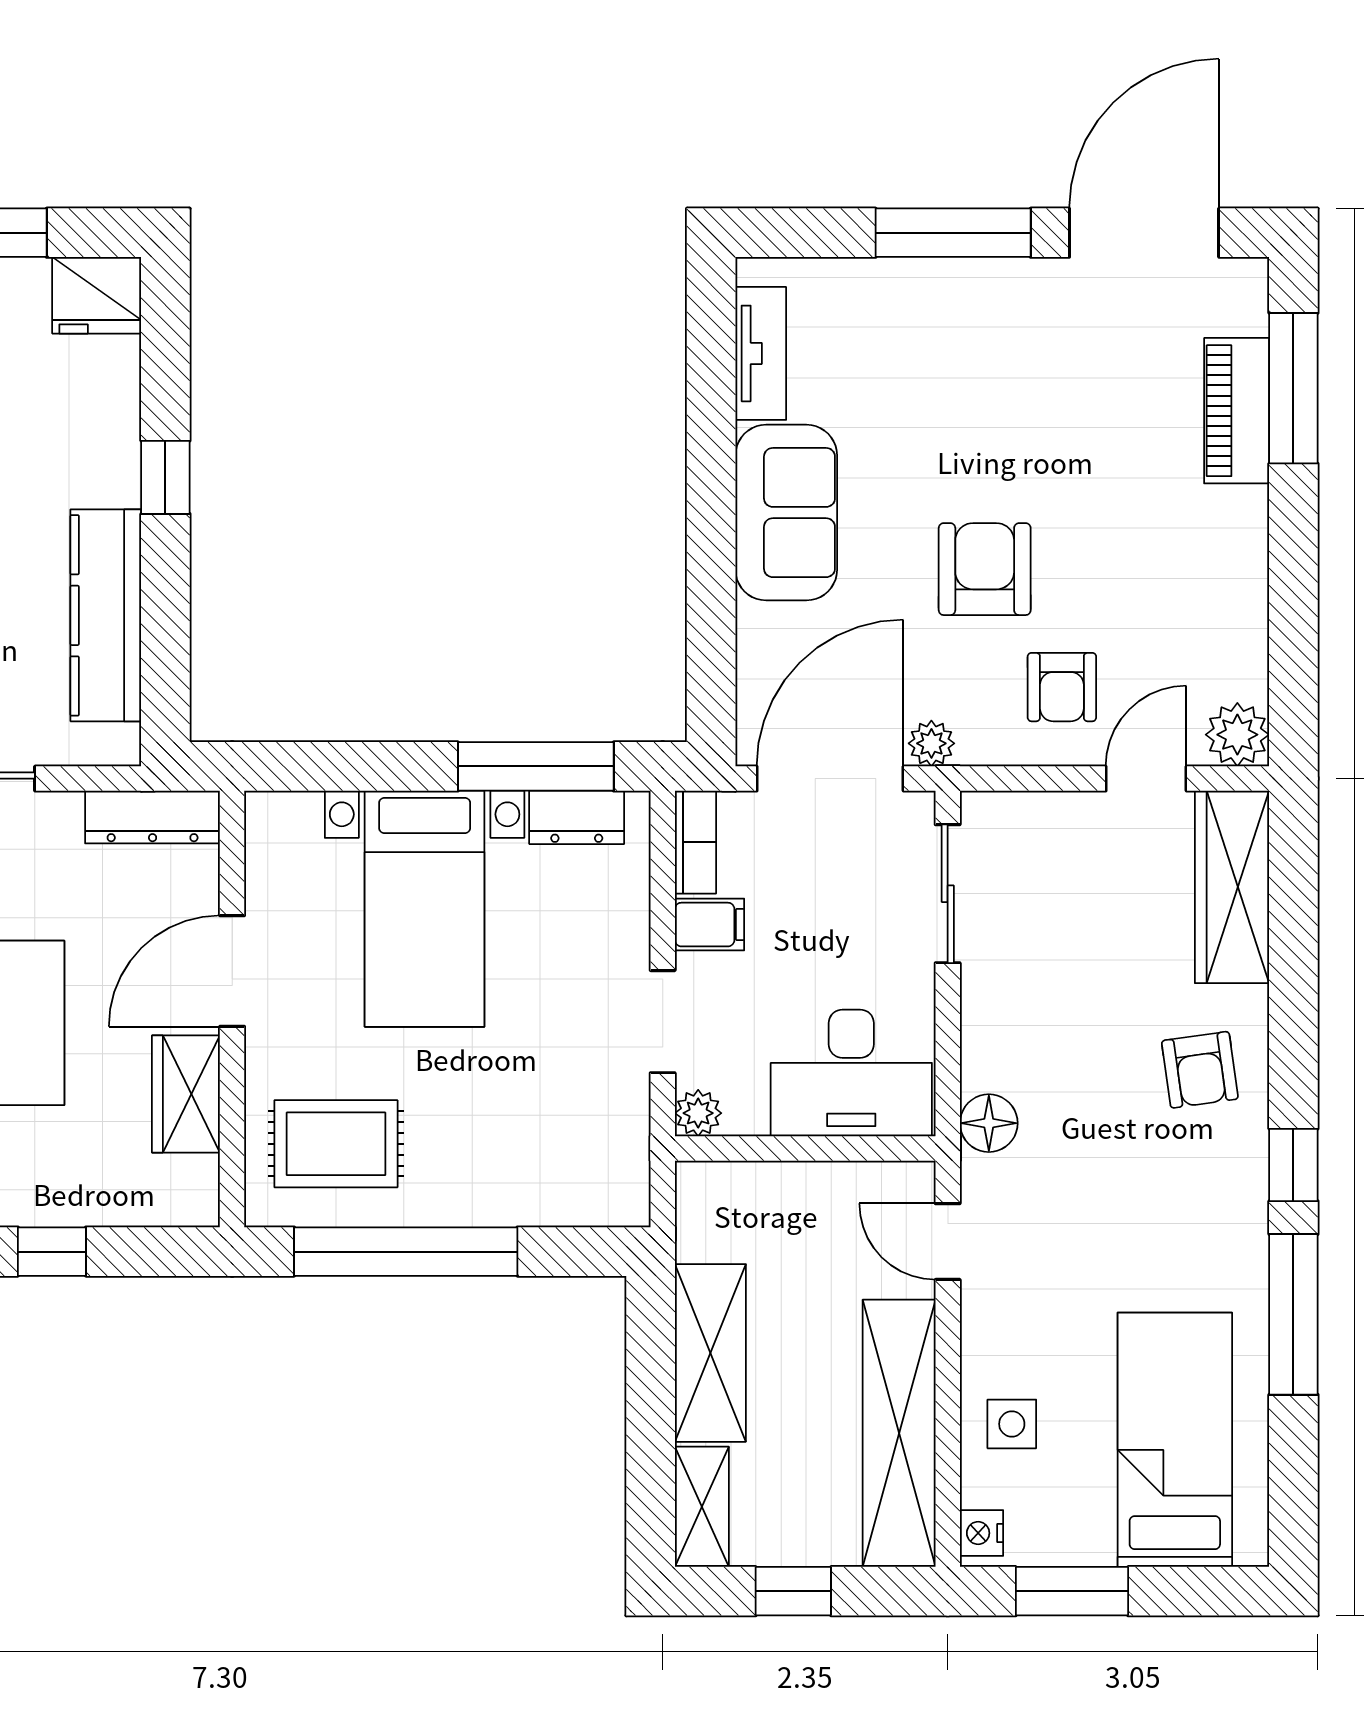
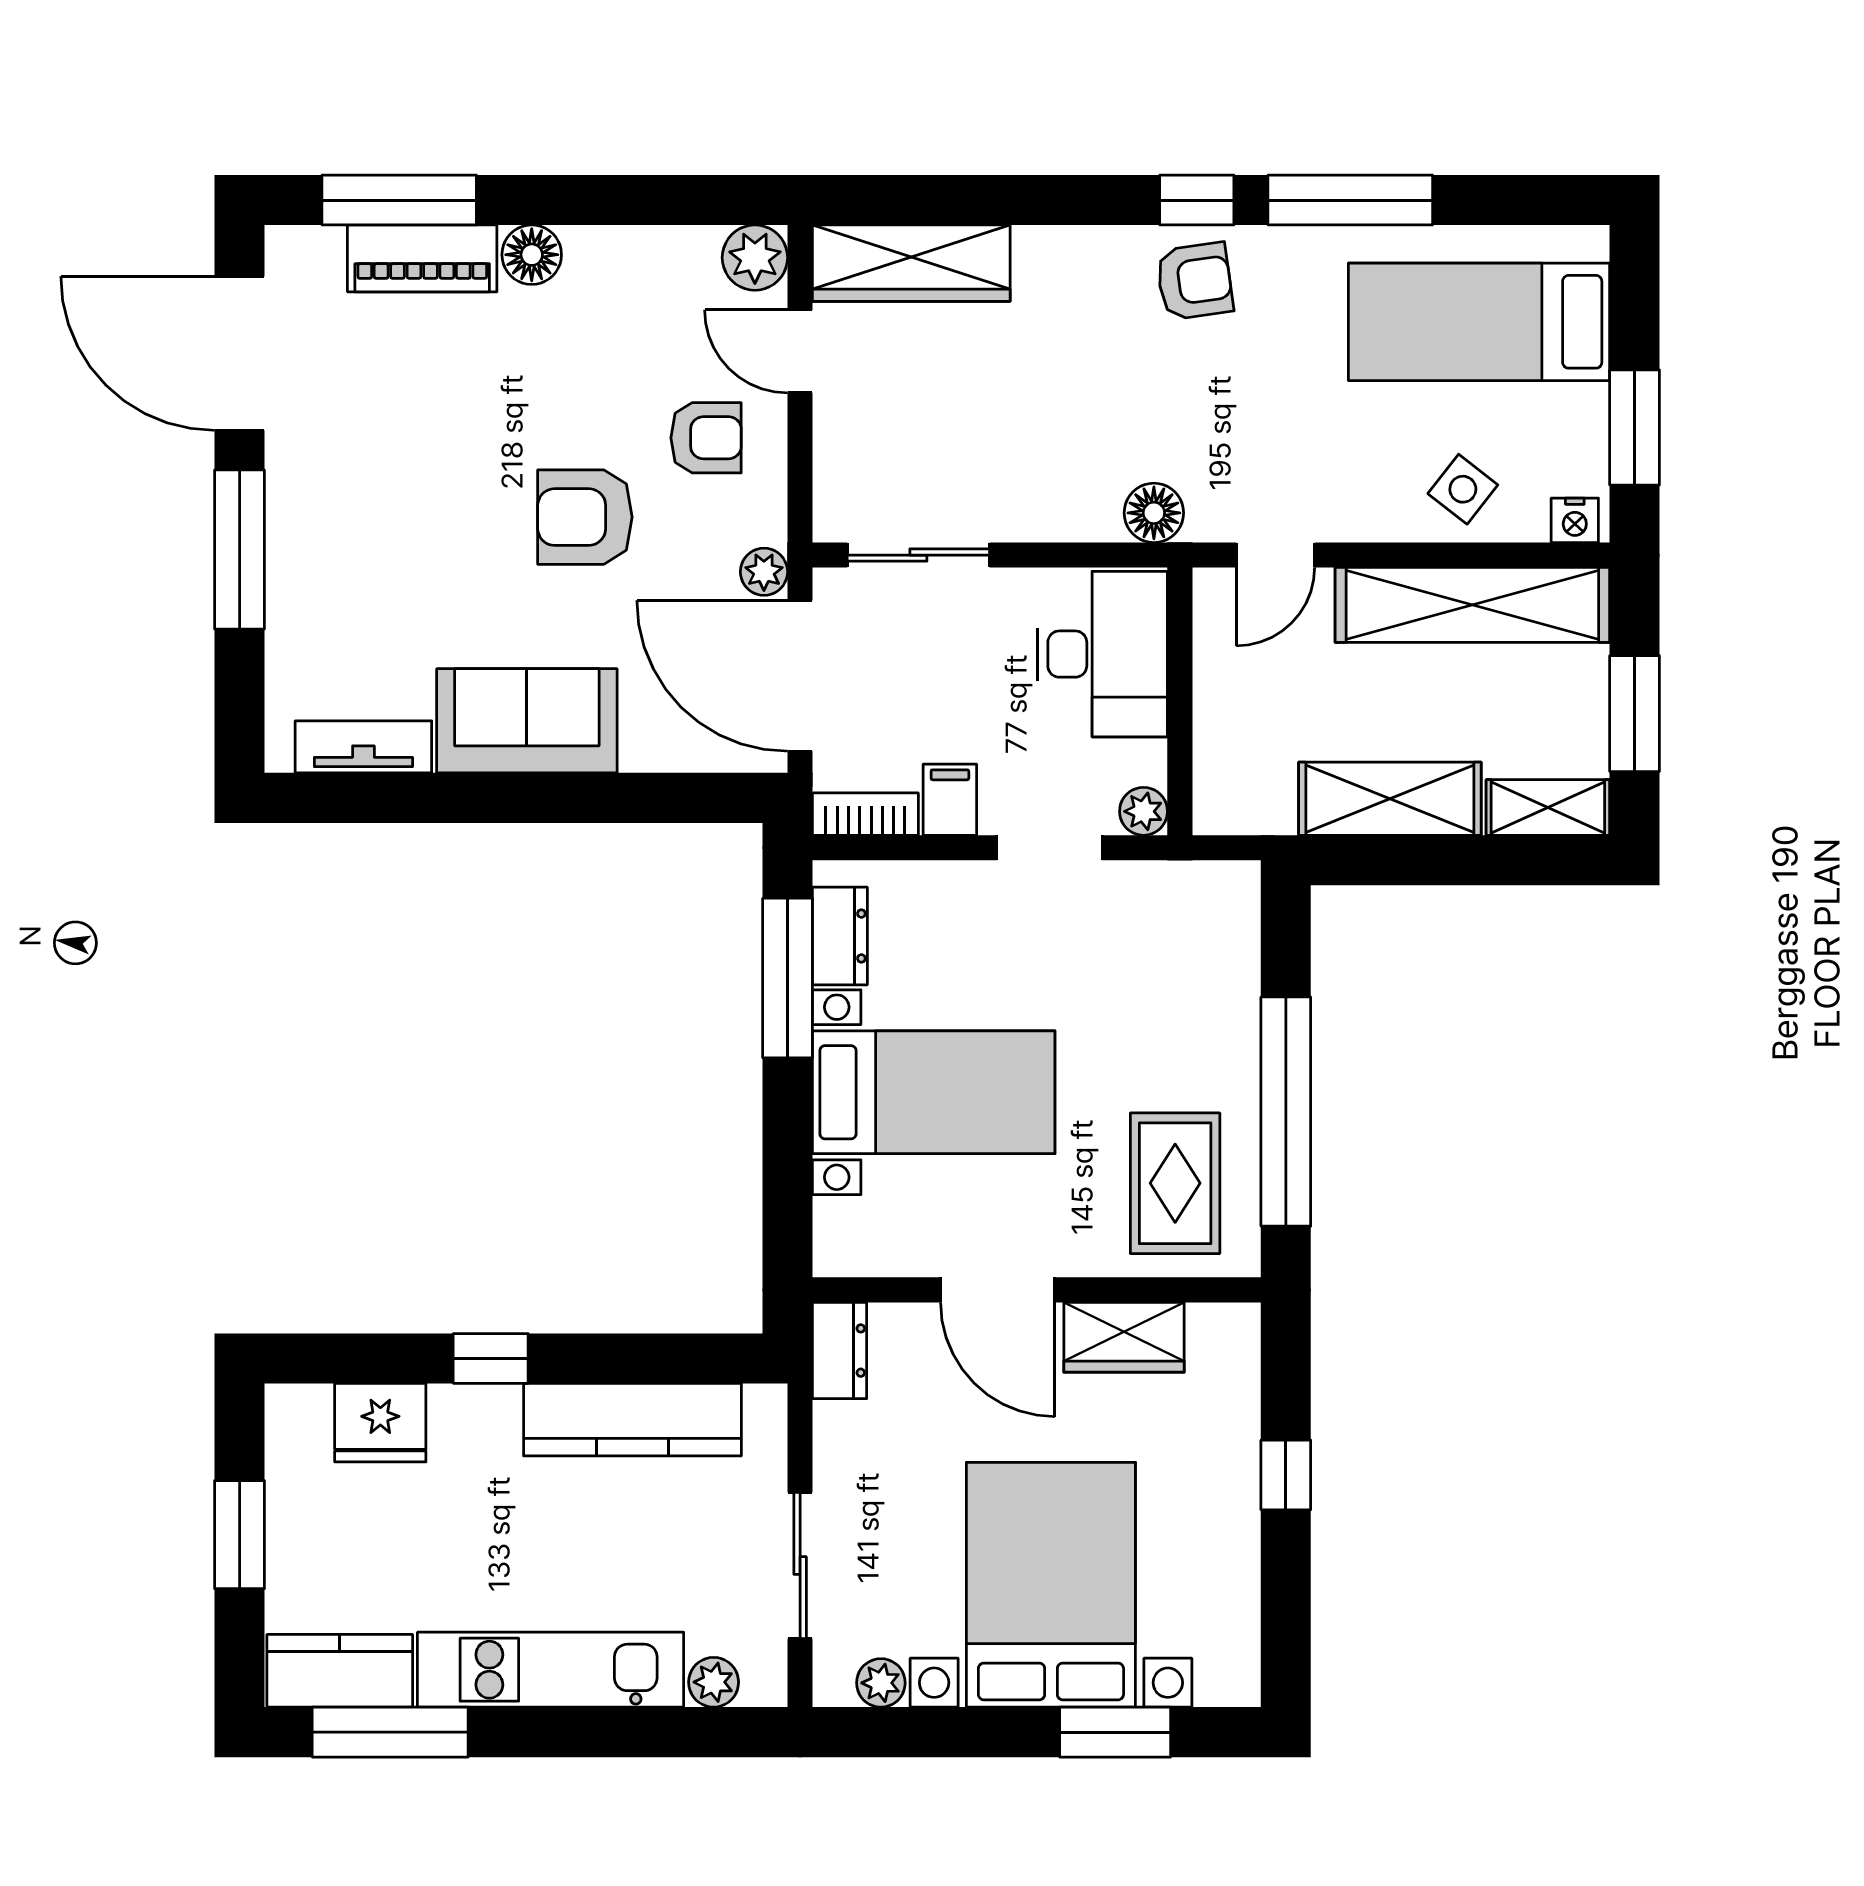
fridge: (97, 295) -> (380, 1423), moved, turned 90
floor lamp: (1240, 517) -> (532, 255), added
dresser: (153, 817) -> (840, 1351), width x0.70
armchair: (1200, 1070) -> (1195, 281), moved
side table: (1012, 1424) -> (1463, 489), turned 38
window: (793, 1591) -> (1635, 714), width x1.50

